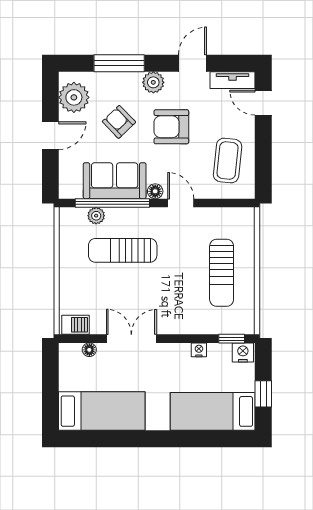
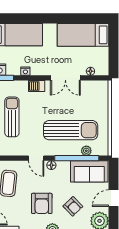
armchair: (171, 127) -> (42, 203), turned 90
sofa: (115, 181) -> (89, 171), moved
sun lounger: (123, 250) -> (71, 130), width x1.36, depth x1.34
barbecue: (75, 325) -> (37, 86), moved

